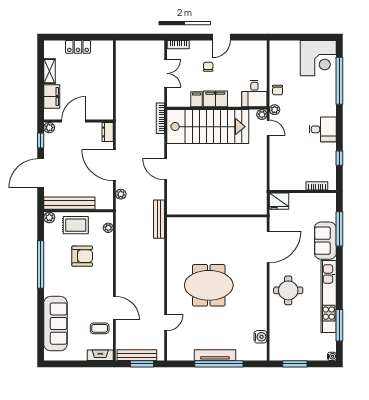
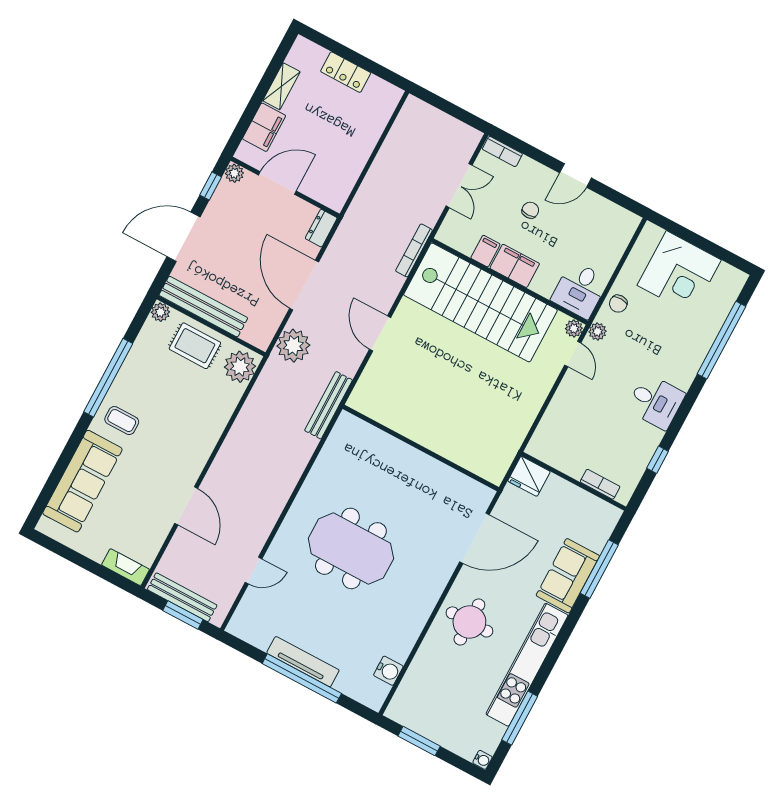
corner desk: (318, 58) -> (679, 273), moved
plant: (121, 194) -> (293, 346), width x1.87, depth x1.87
plant: (108, 228) -> (240, 367), width x1.88, depth x1.88
armchair: (82, 256) -> (179, 399), removed
coffee table: (100, 328) -> (122, 421), moved

